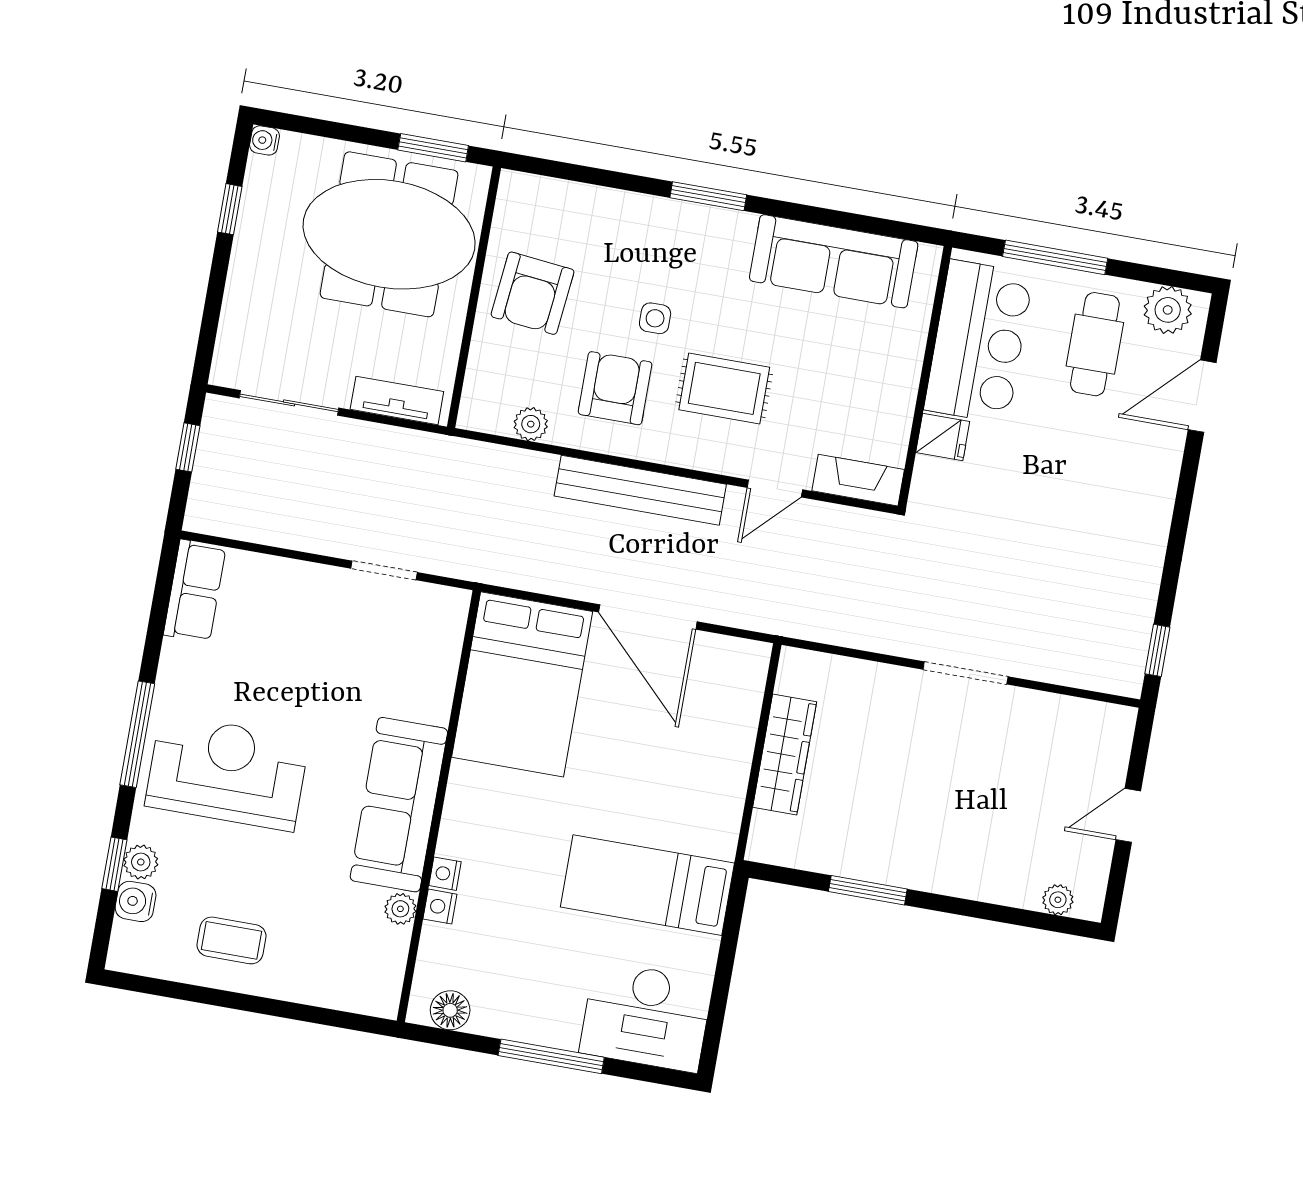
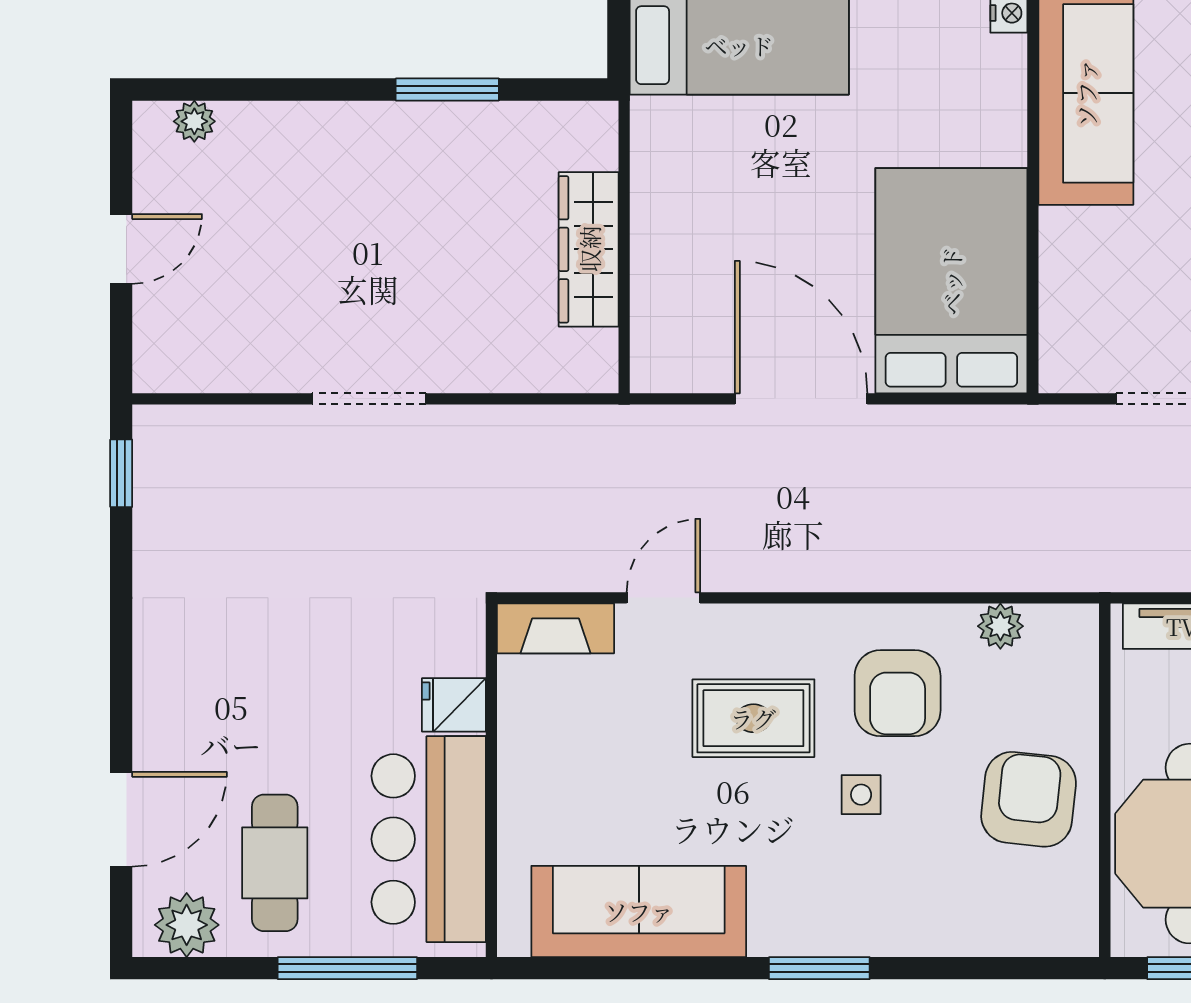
bench: (640, 490) -> (841, 564), removed

